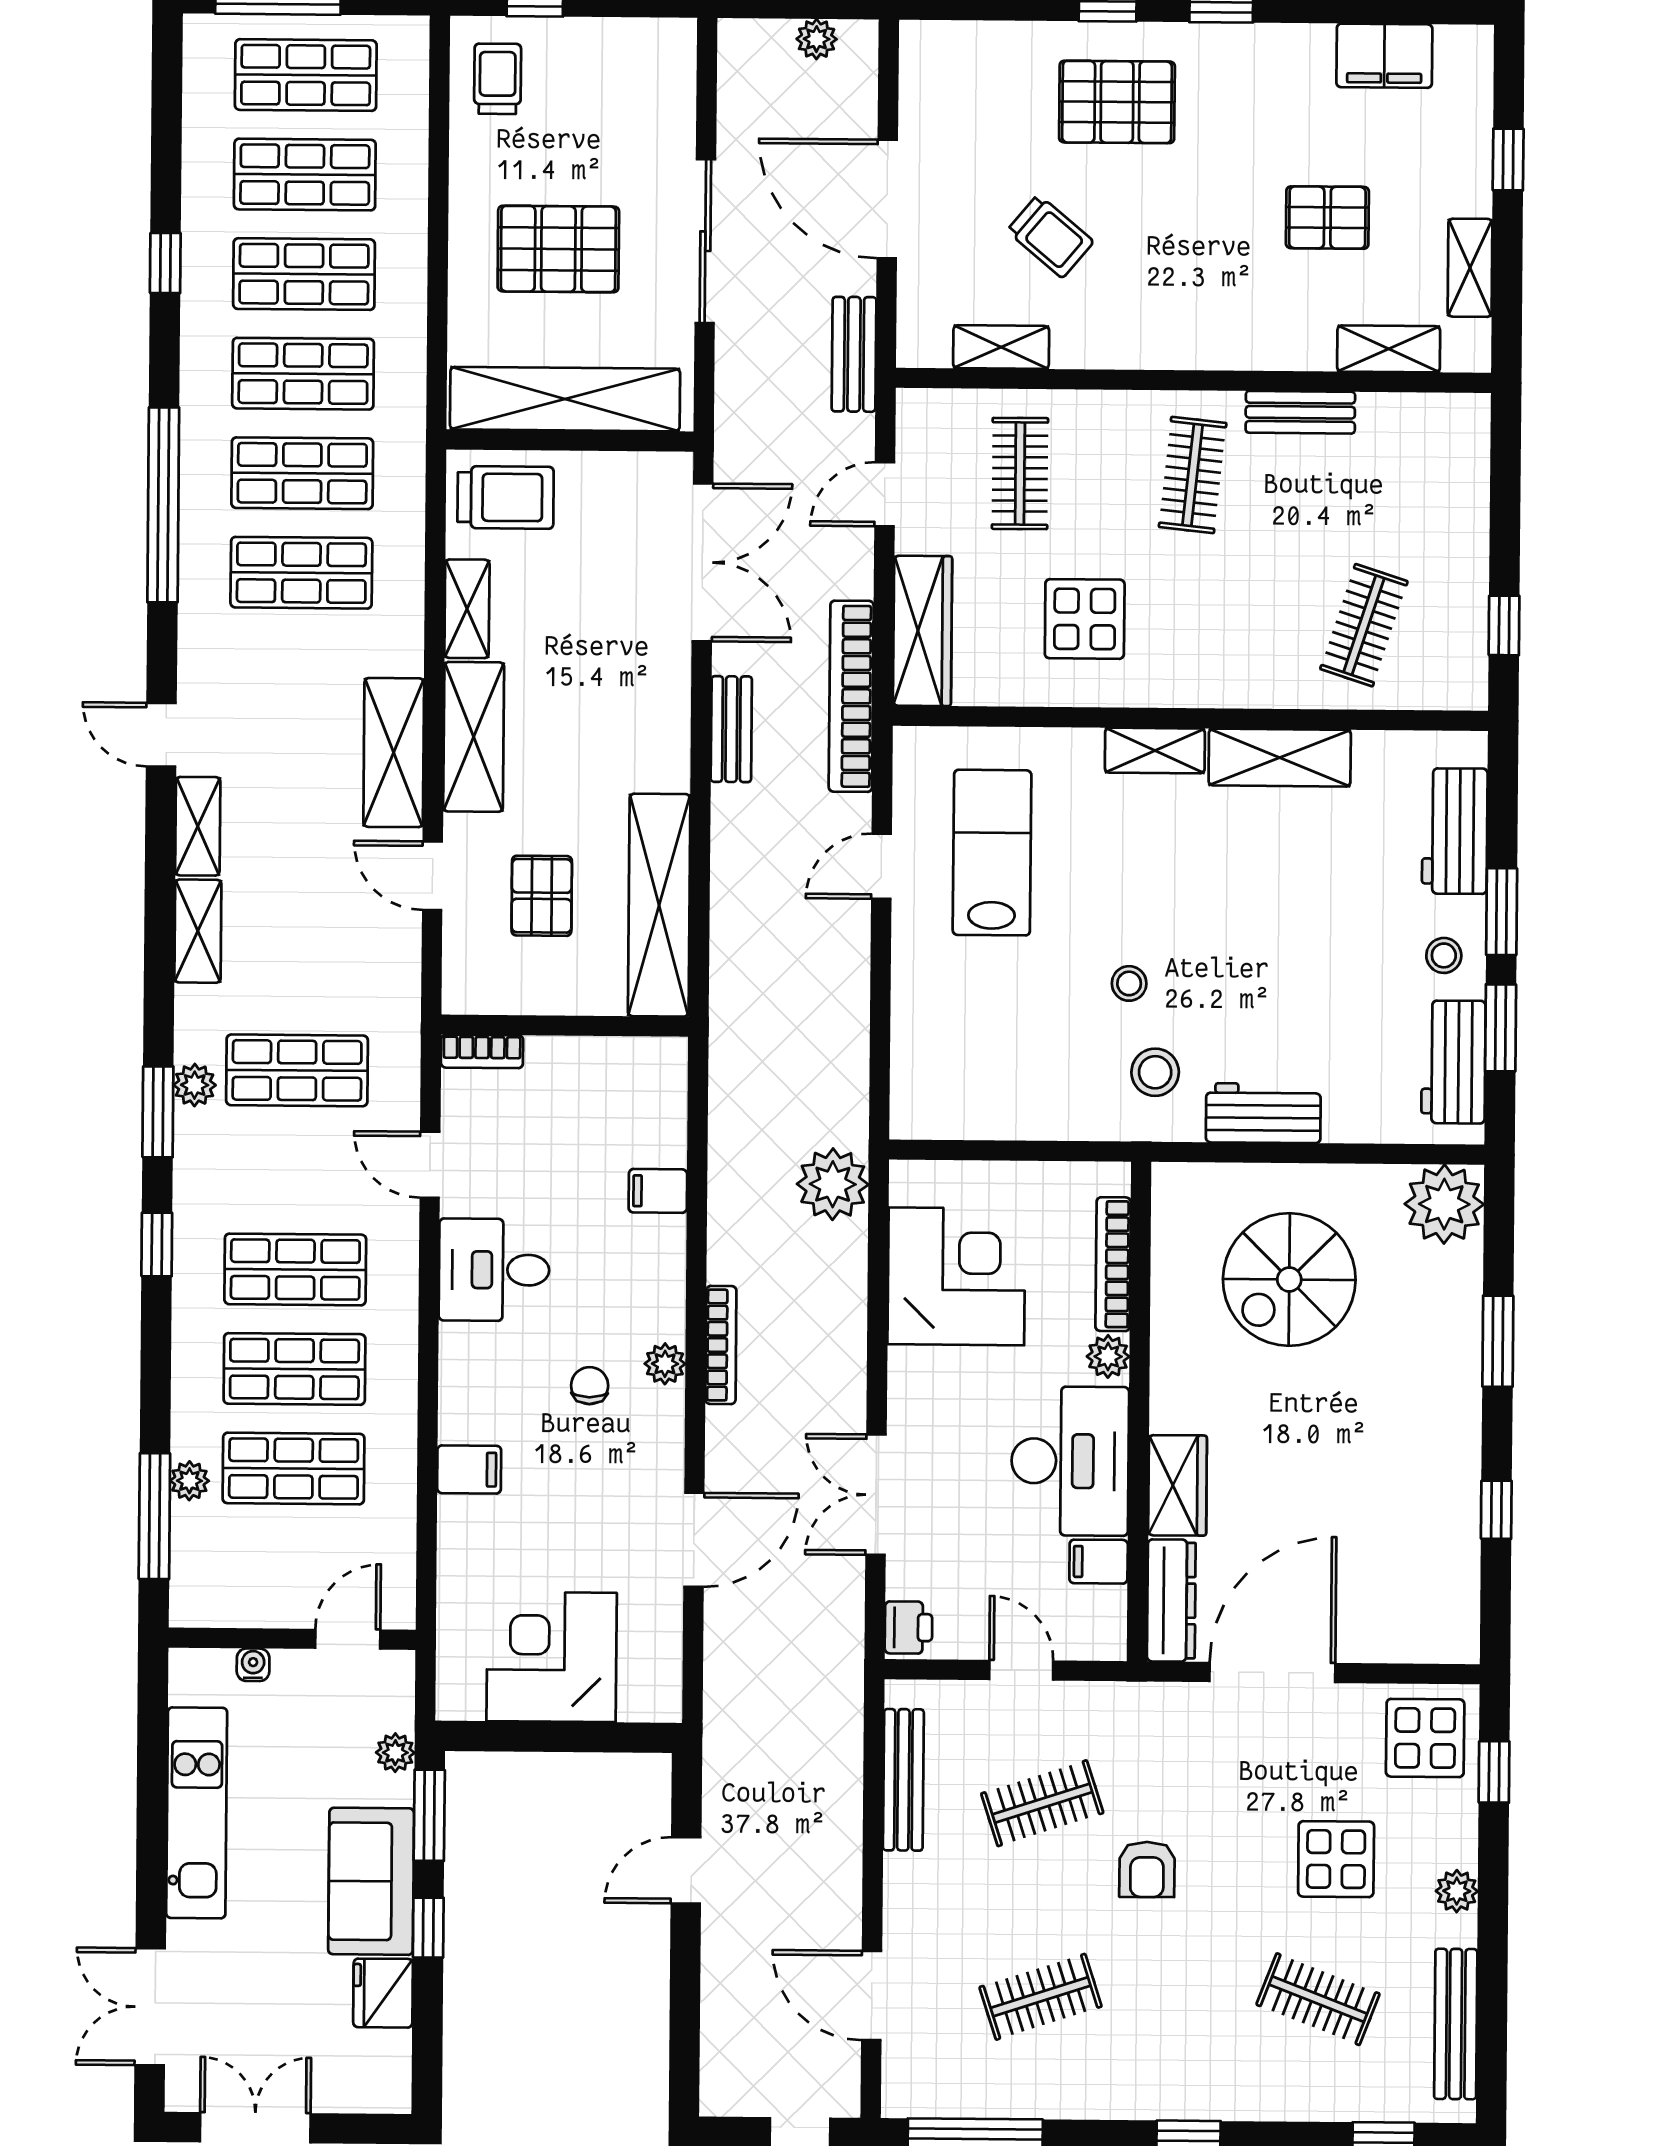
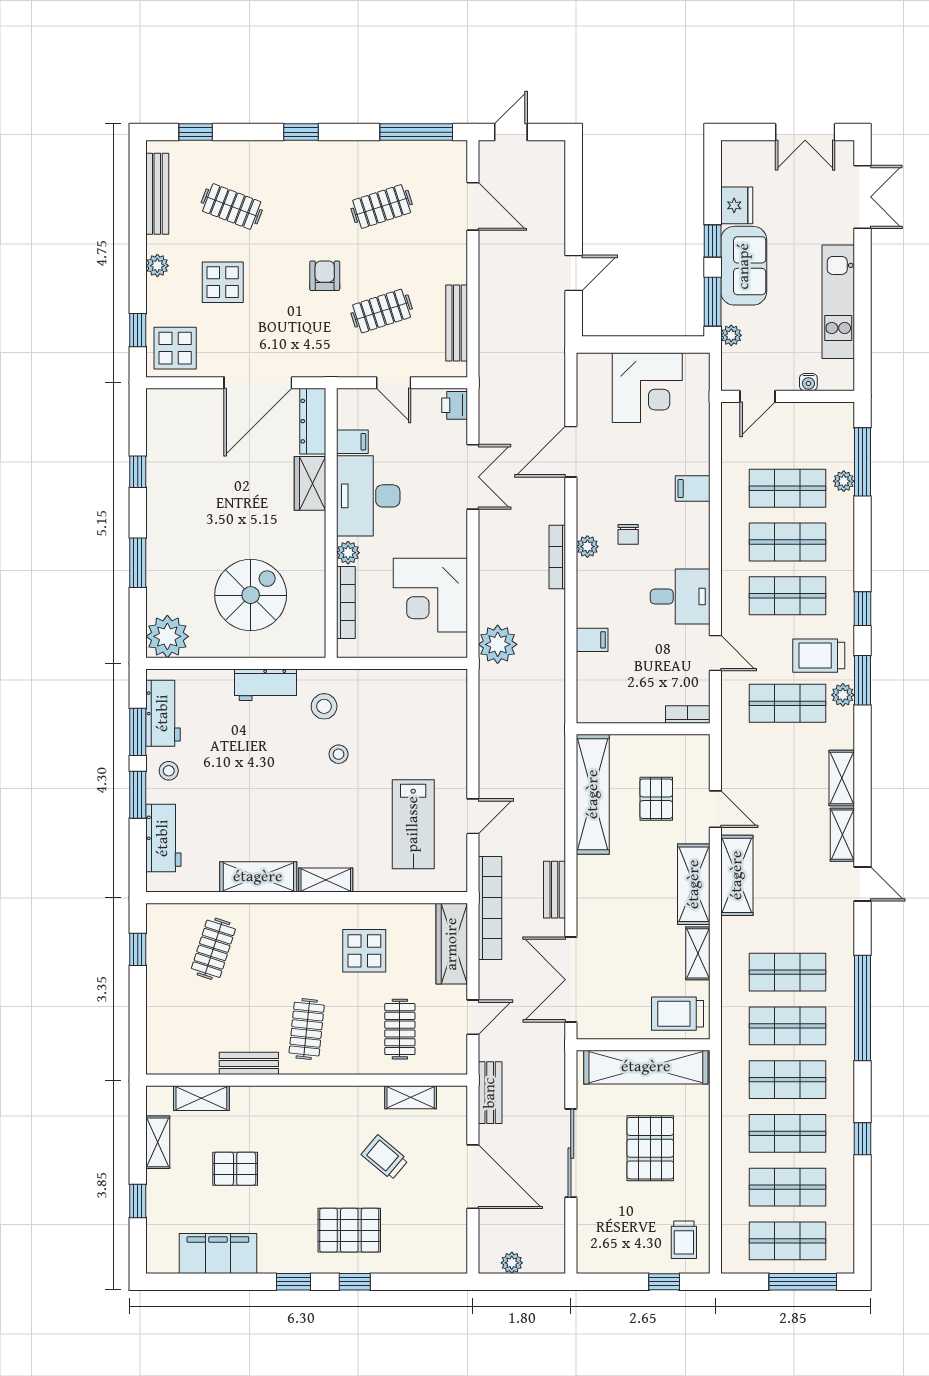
filing cabinet: (1384, 56) -> (218, 1254), width x1.50, depth x1.17
pallet: (558, 249) -> (650, 1148), turned 90
trolley: (238, 1158) -> (819, 656), added

